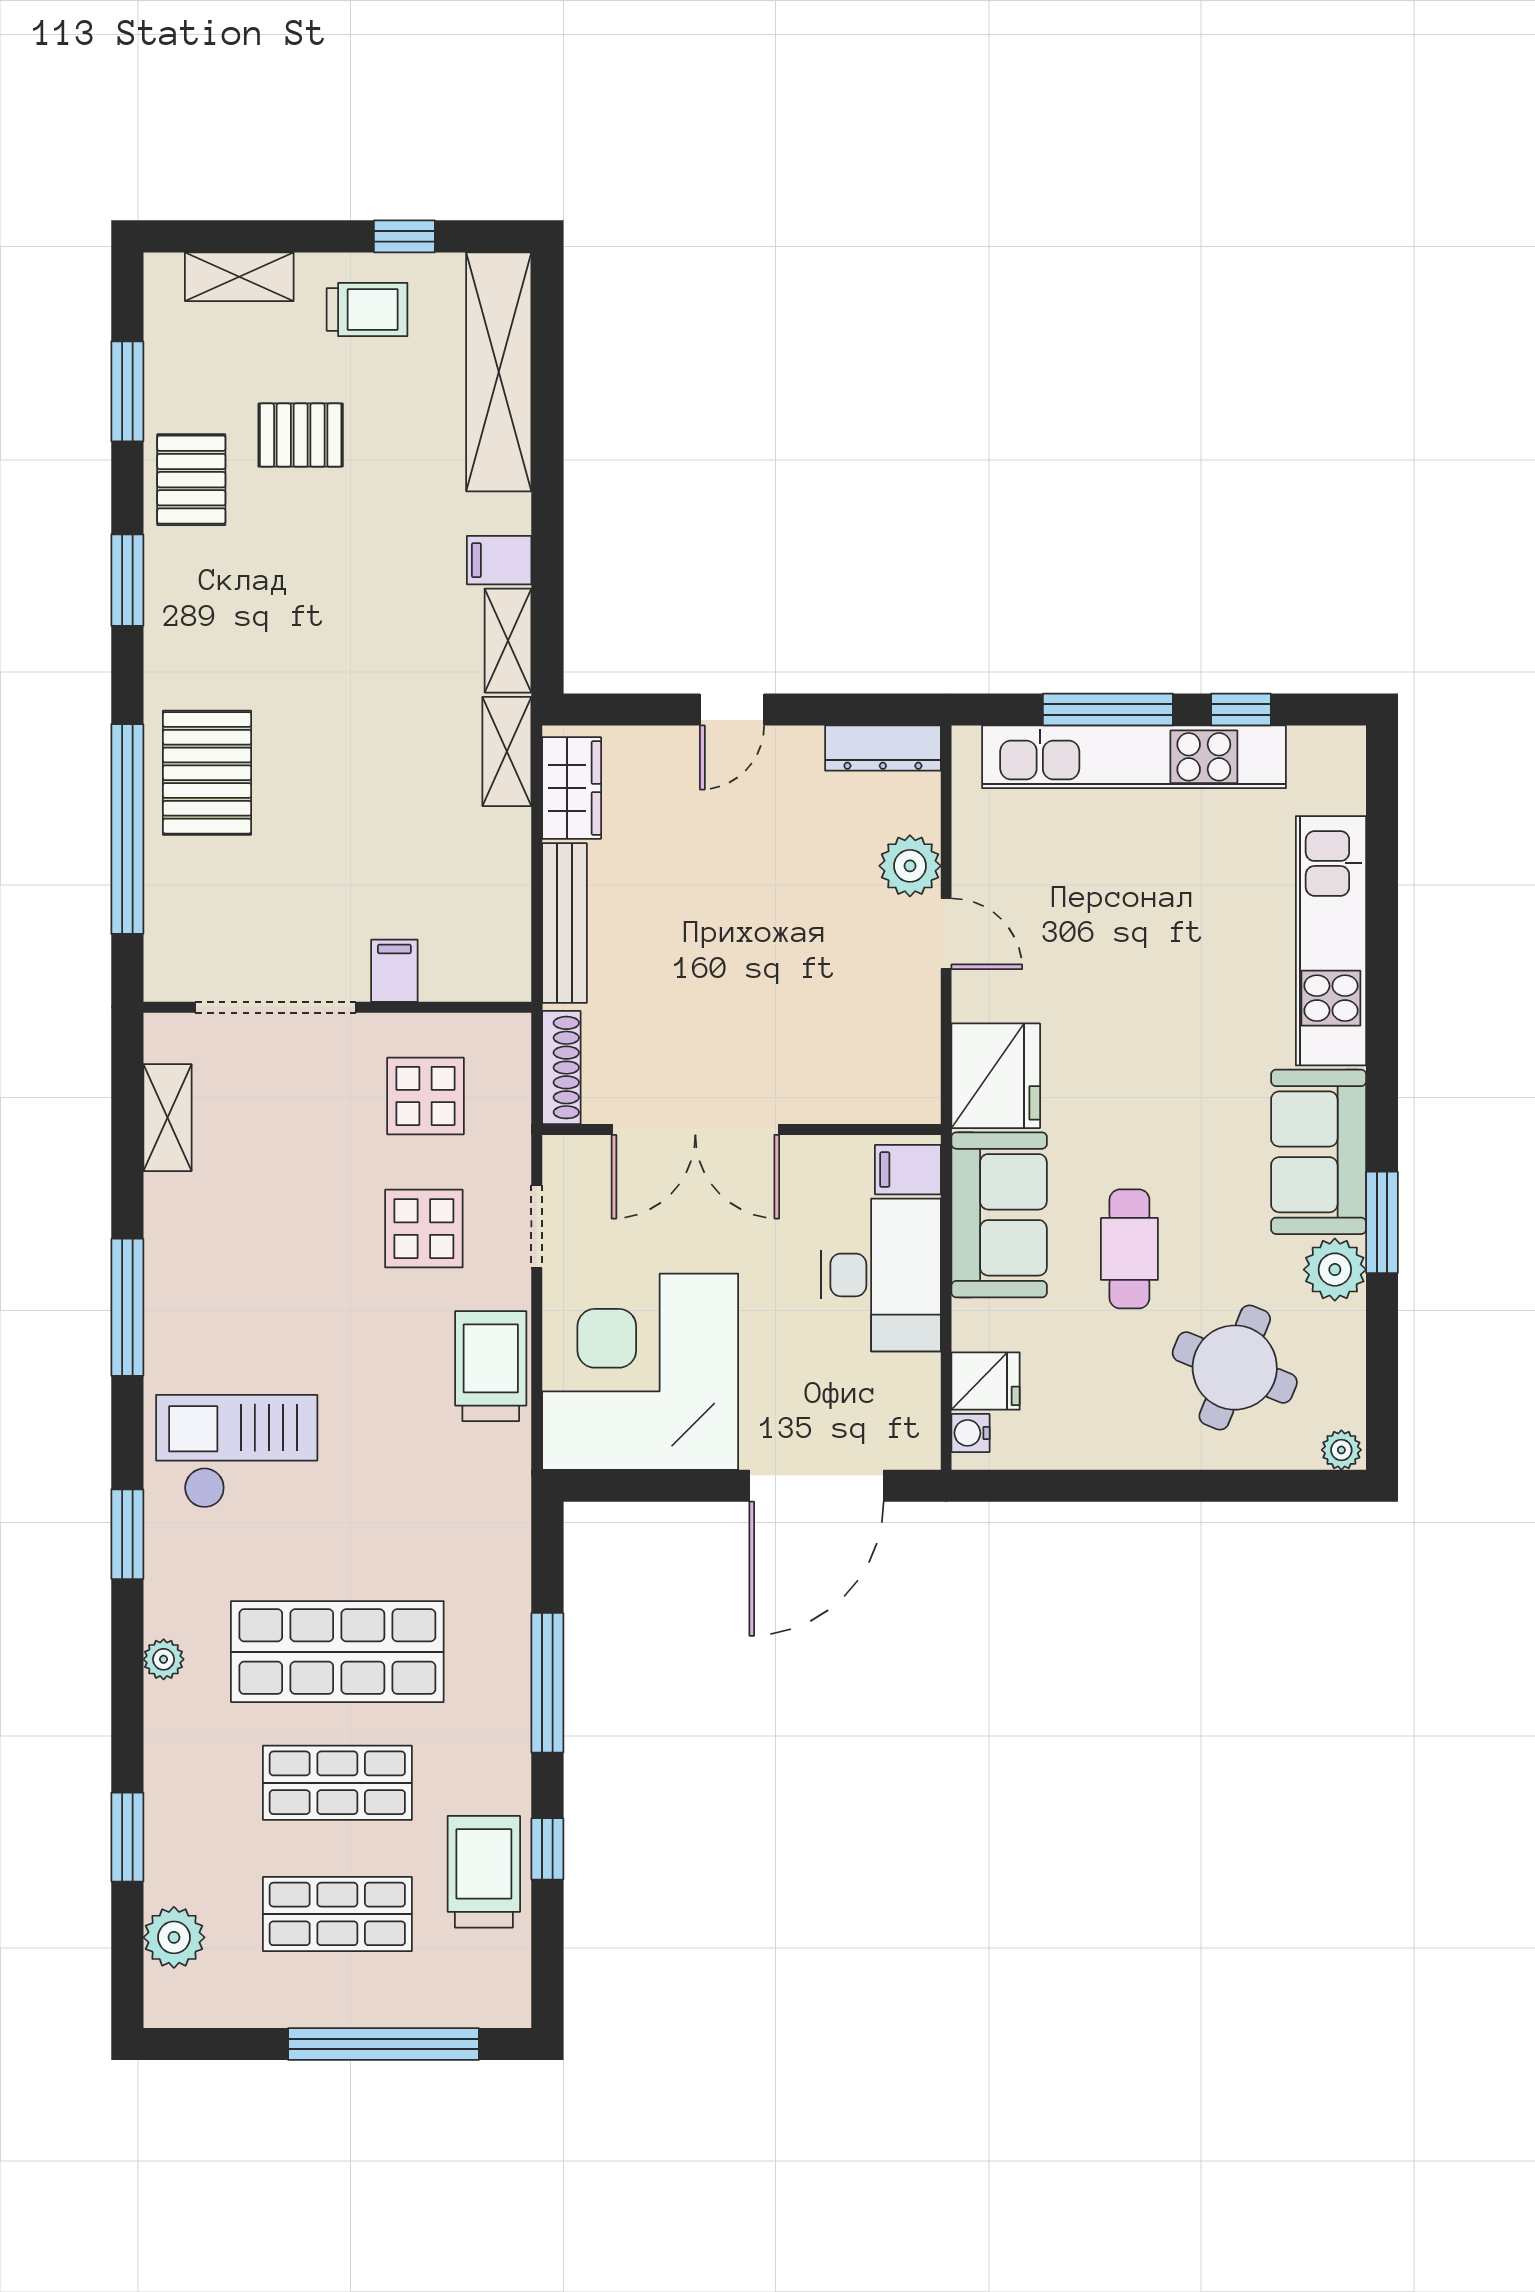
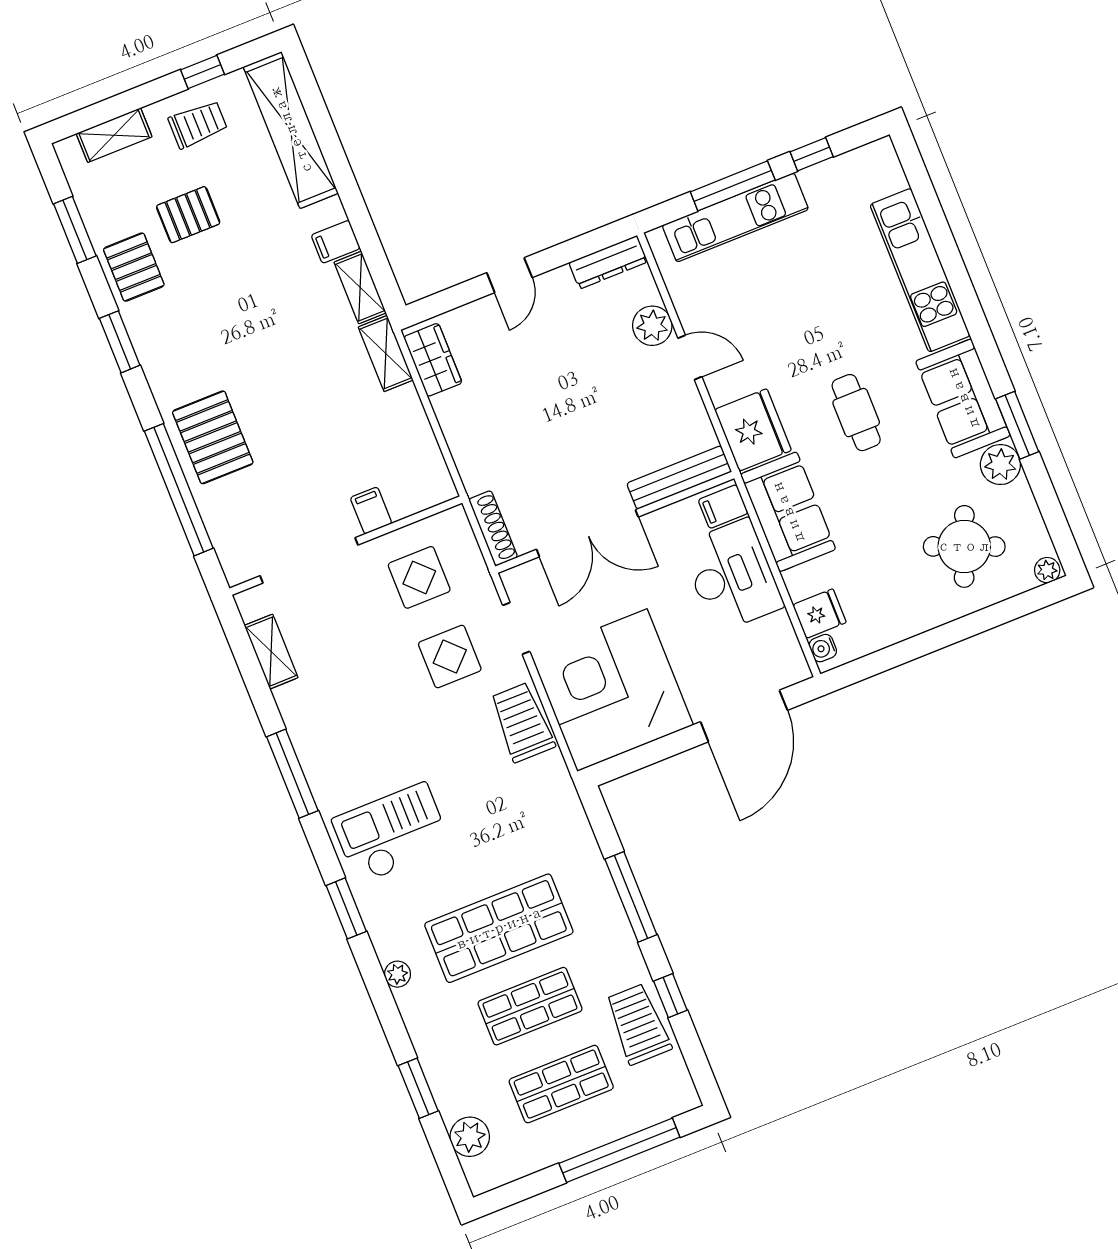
kitchen unit: (1134, 757) -> (735, 217), width x0.73
bench: (564, 923) -> (679, 477), moved, turned 90
cafe table: (1129, 1249) -> (856, 413), moved

